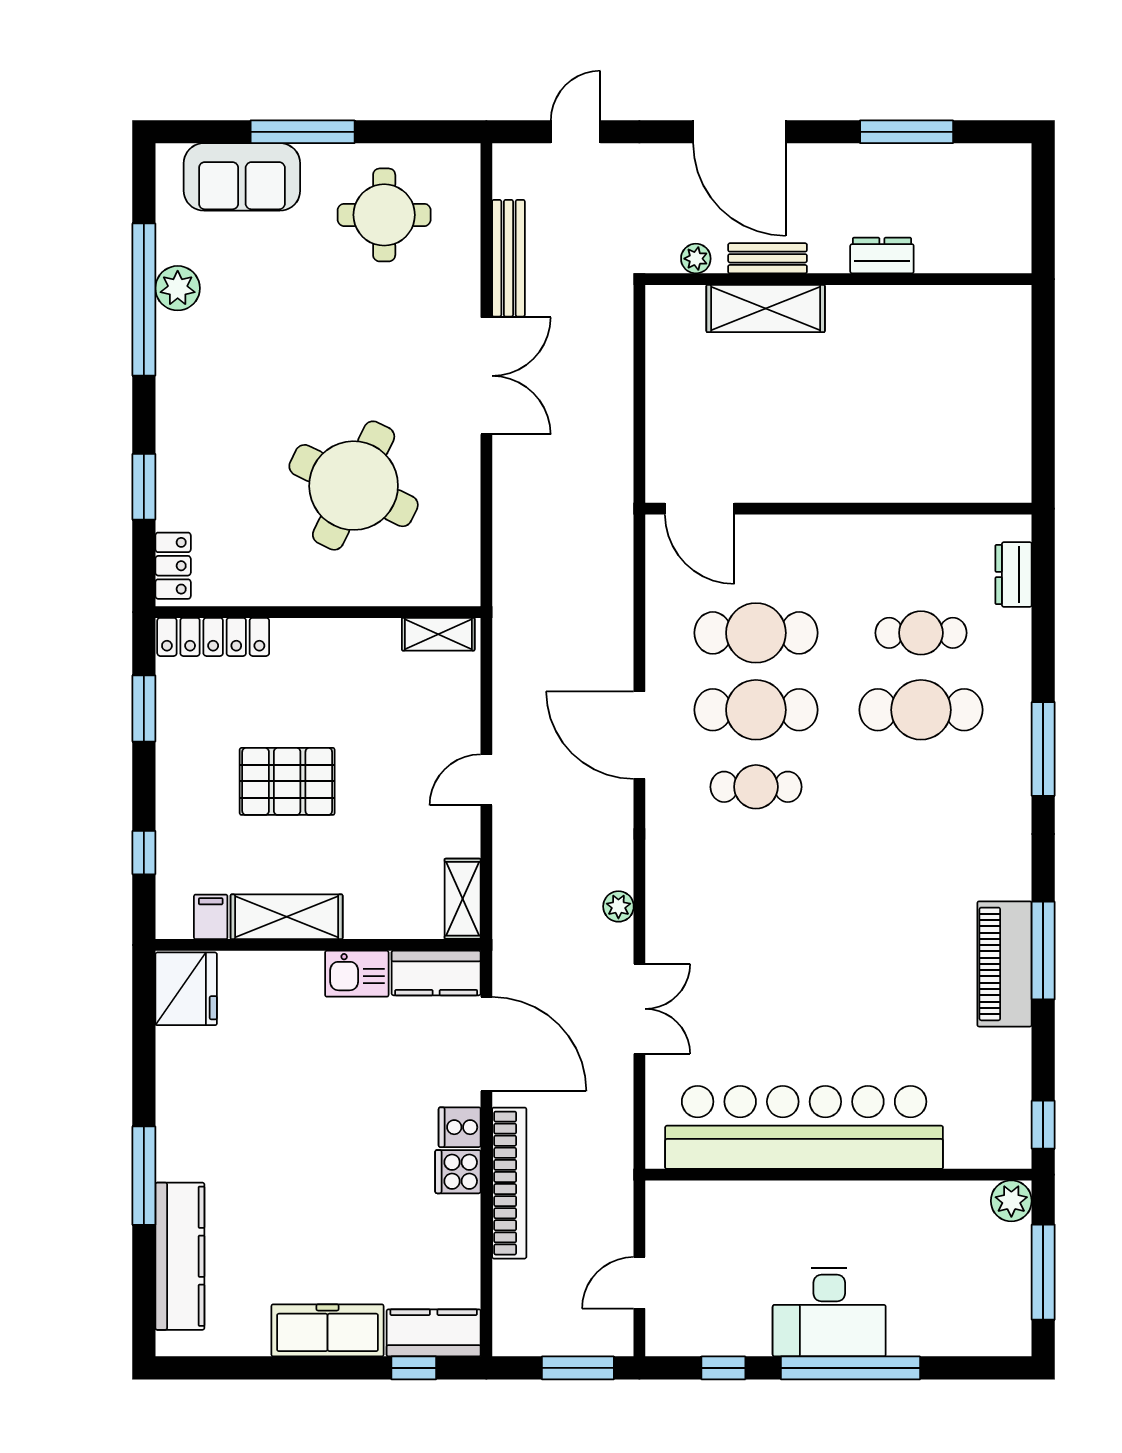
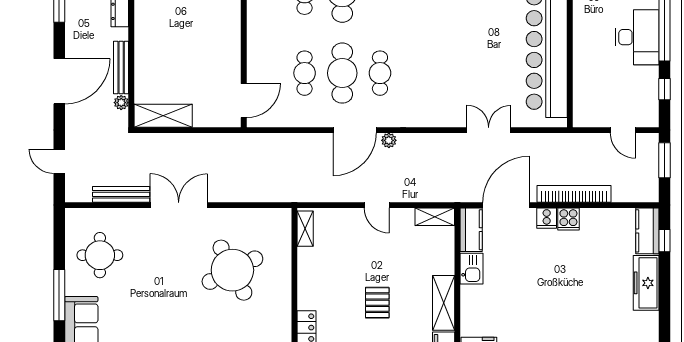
bench: (768, 258) -> (121, 67), width x1.36
shelving: (766, 309) -> (163, 116), moved, turned 90
round table: (354, 486) -> (232, 270), turned 37
cafe table: (756, 633) -> (305, 73), width x0.73, depth x0.74
pallet: (287, 781) -> (377, 303), width x0.67, depth x0.71
plant: (618, 906) -> (389, 140), moved

